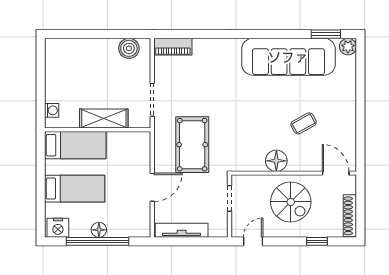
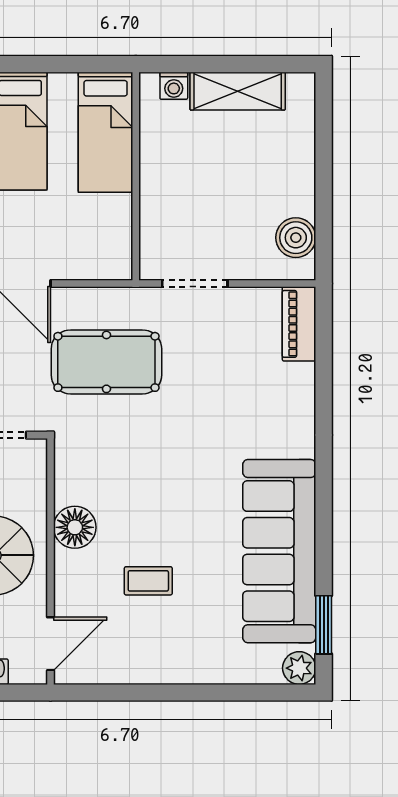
shelving: (104, 118) -> (238, 91), moved, turned 90
coffee table: (304, 123) -> (148, 581), turned -61

